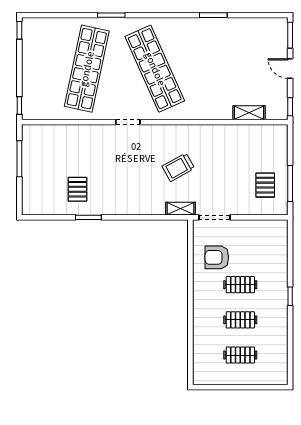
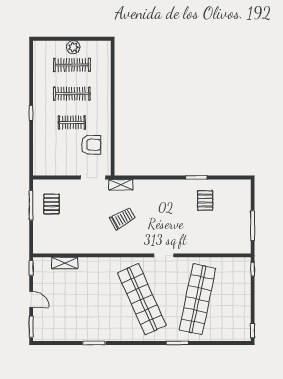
clothes rail: (240, 320) -> (72, 94), width x1.36
clothes rail: (240, 355) -> (72, 65), width x1.36
plant: (239, 377) -> (73, 47), added

